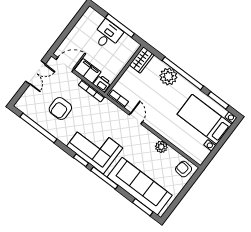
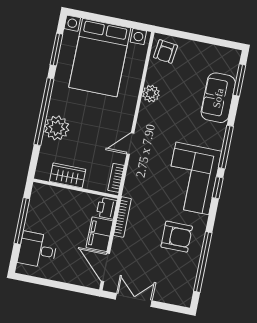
desk: (107, 35) -> (37, 250), moved
wardrobe: (142, 60) -> (68, 175), moved
armchair: (60, 108) -> (177, 237), moved
bed with nightstands: (204, 119) -> (100, 58), width x1.36
sofa: (140, 186) -> (218, 98), width x0.54, depth x0.79

